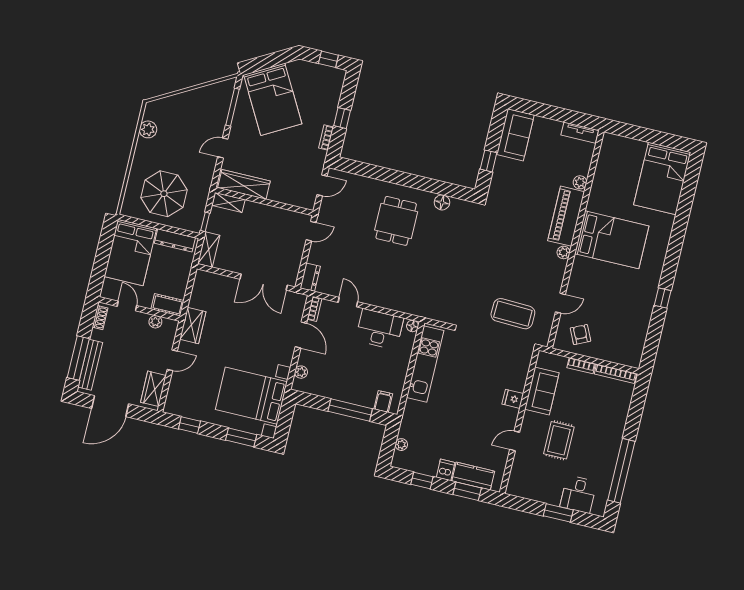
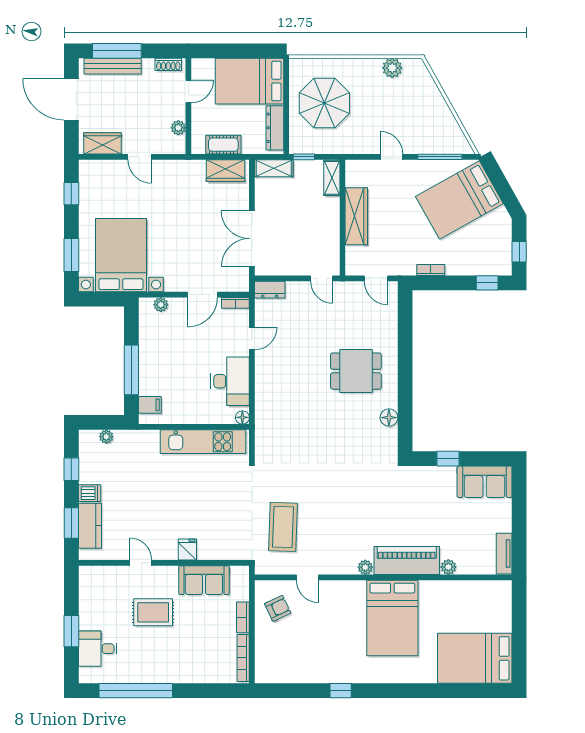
window: (342, 118) -> (487, 283), moved
wardrobe: (244, 184) -> (356, 216), moved
cot: (167, 305) -> (223, 145), moved, turned 90
wardrobe: (193, 325) -> (226, 171), moved

